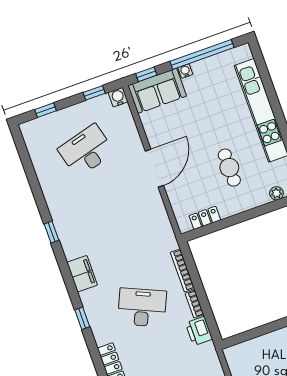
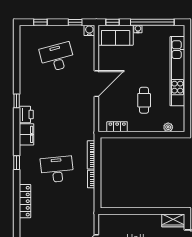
desk: (142, 308) -> (57, 169), turned -30
printer: (199, 331) -> (26, 114), moved, turned 180

